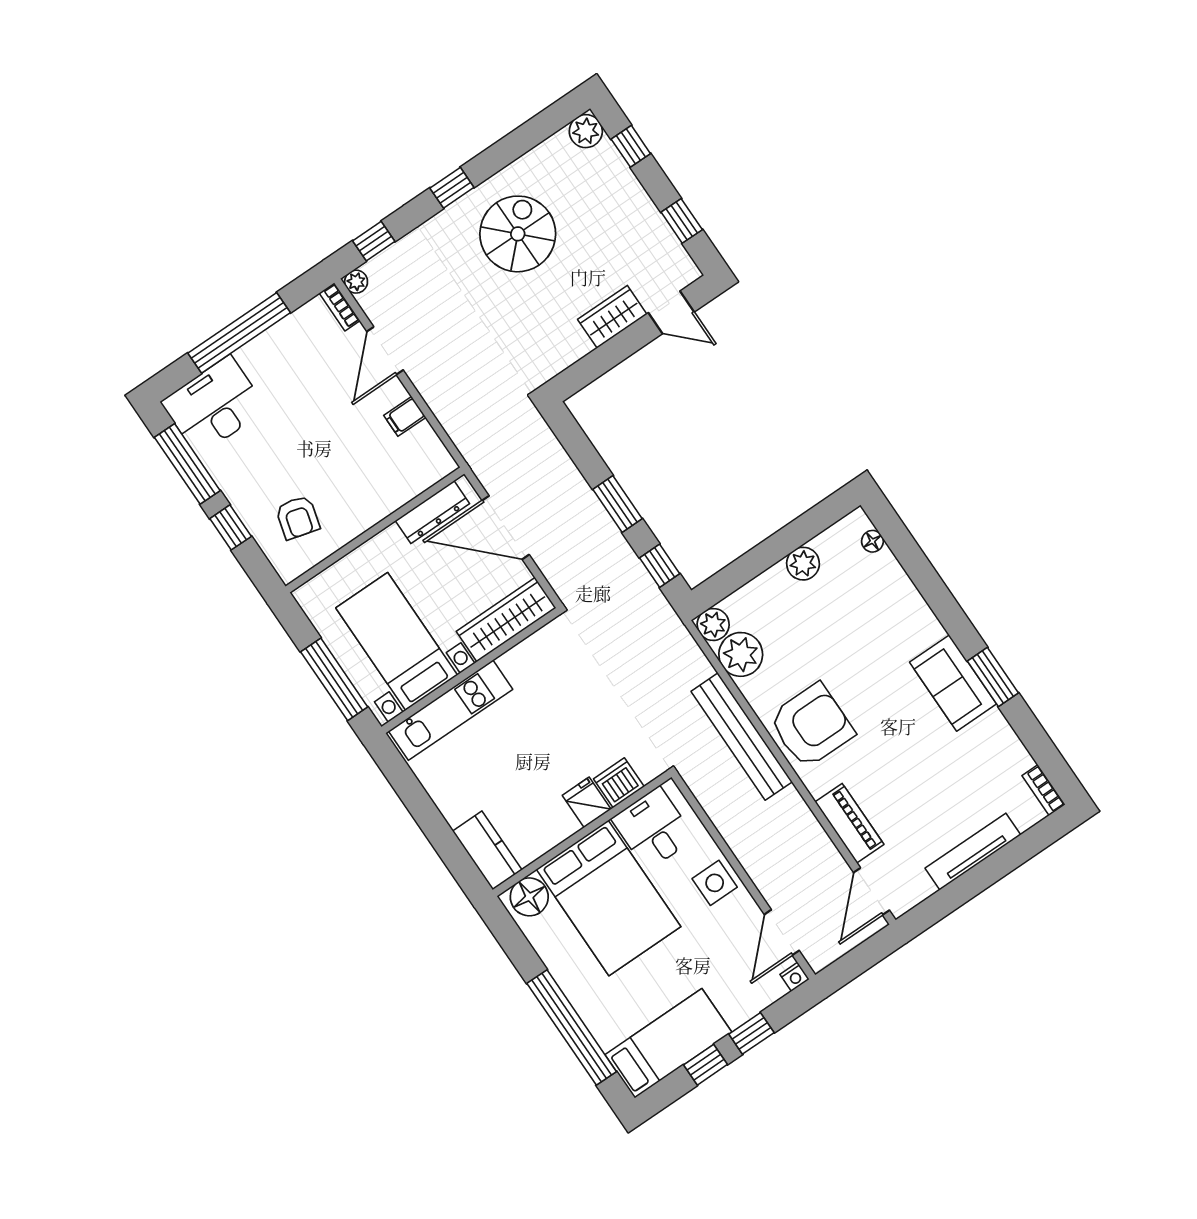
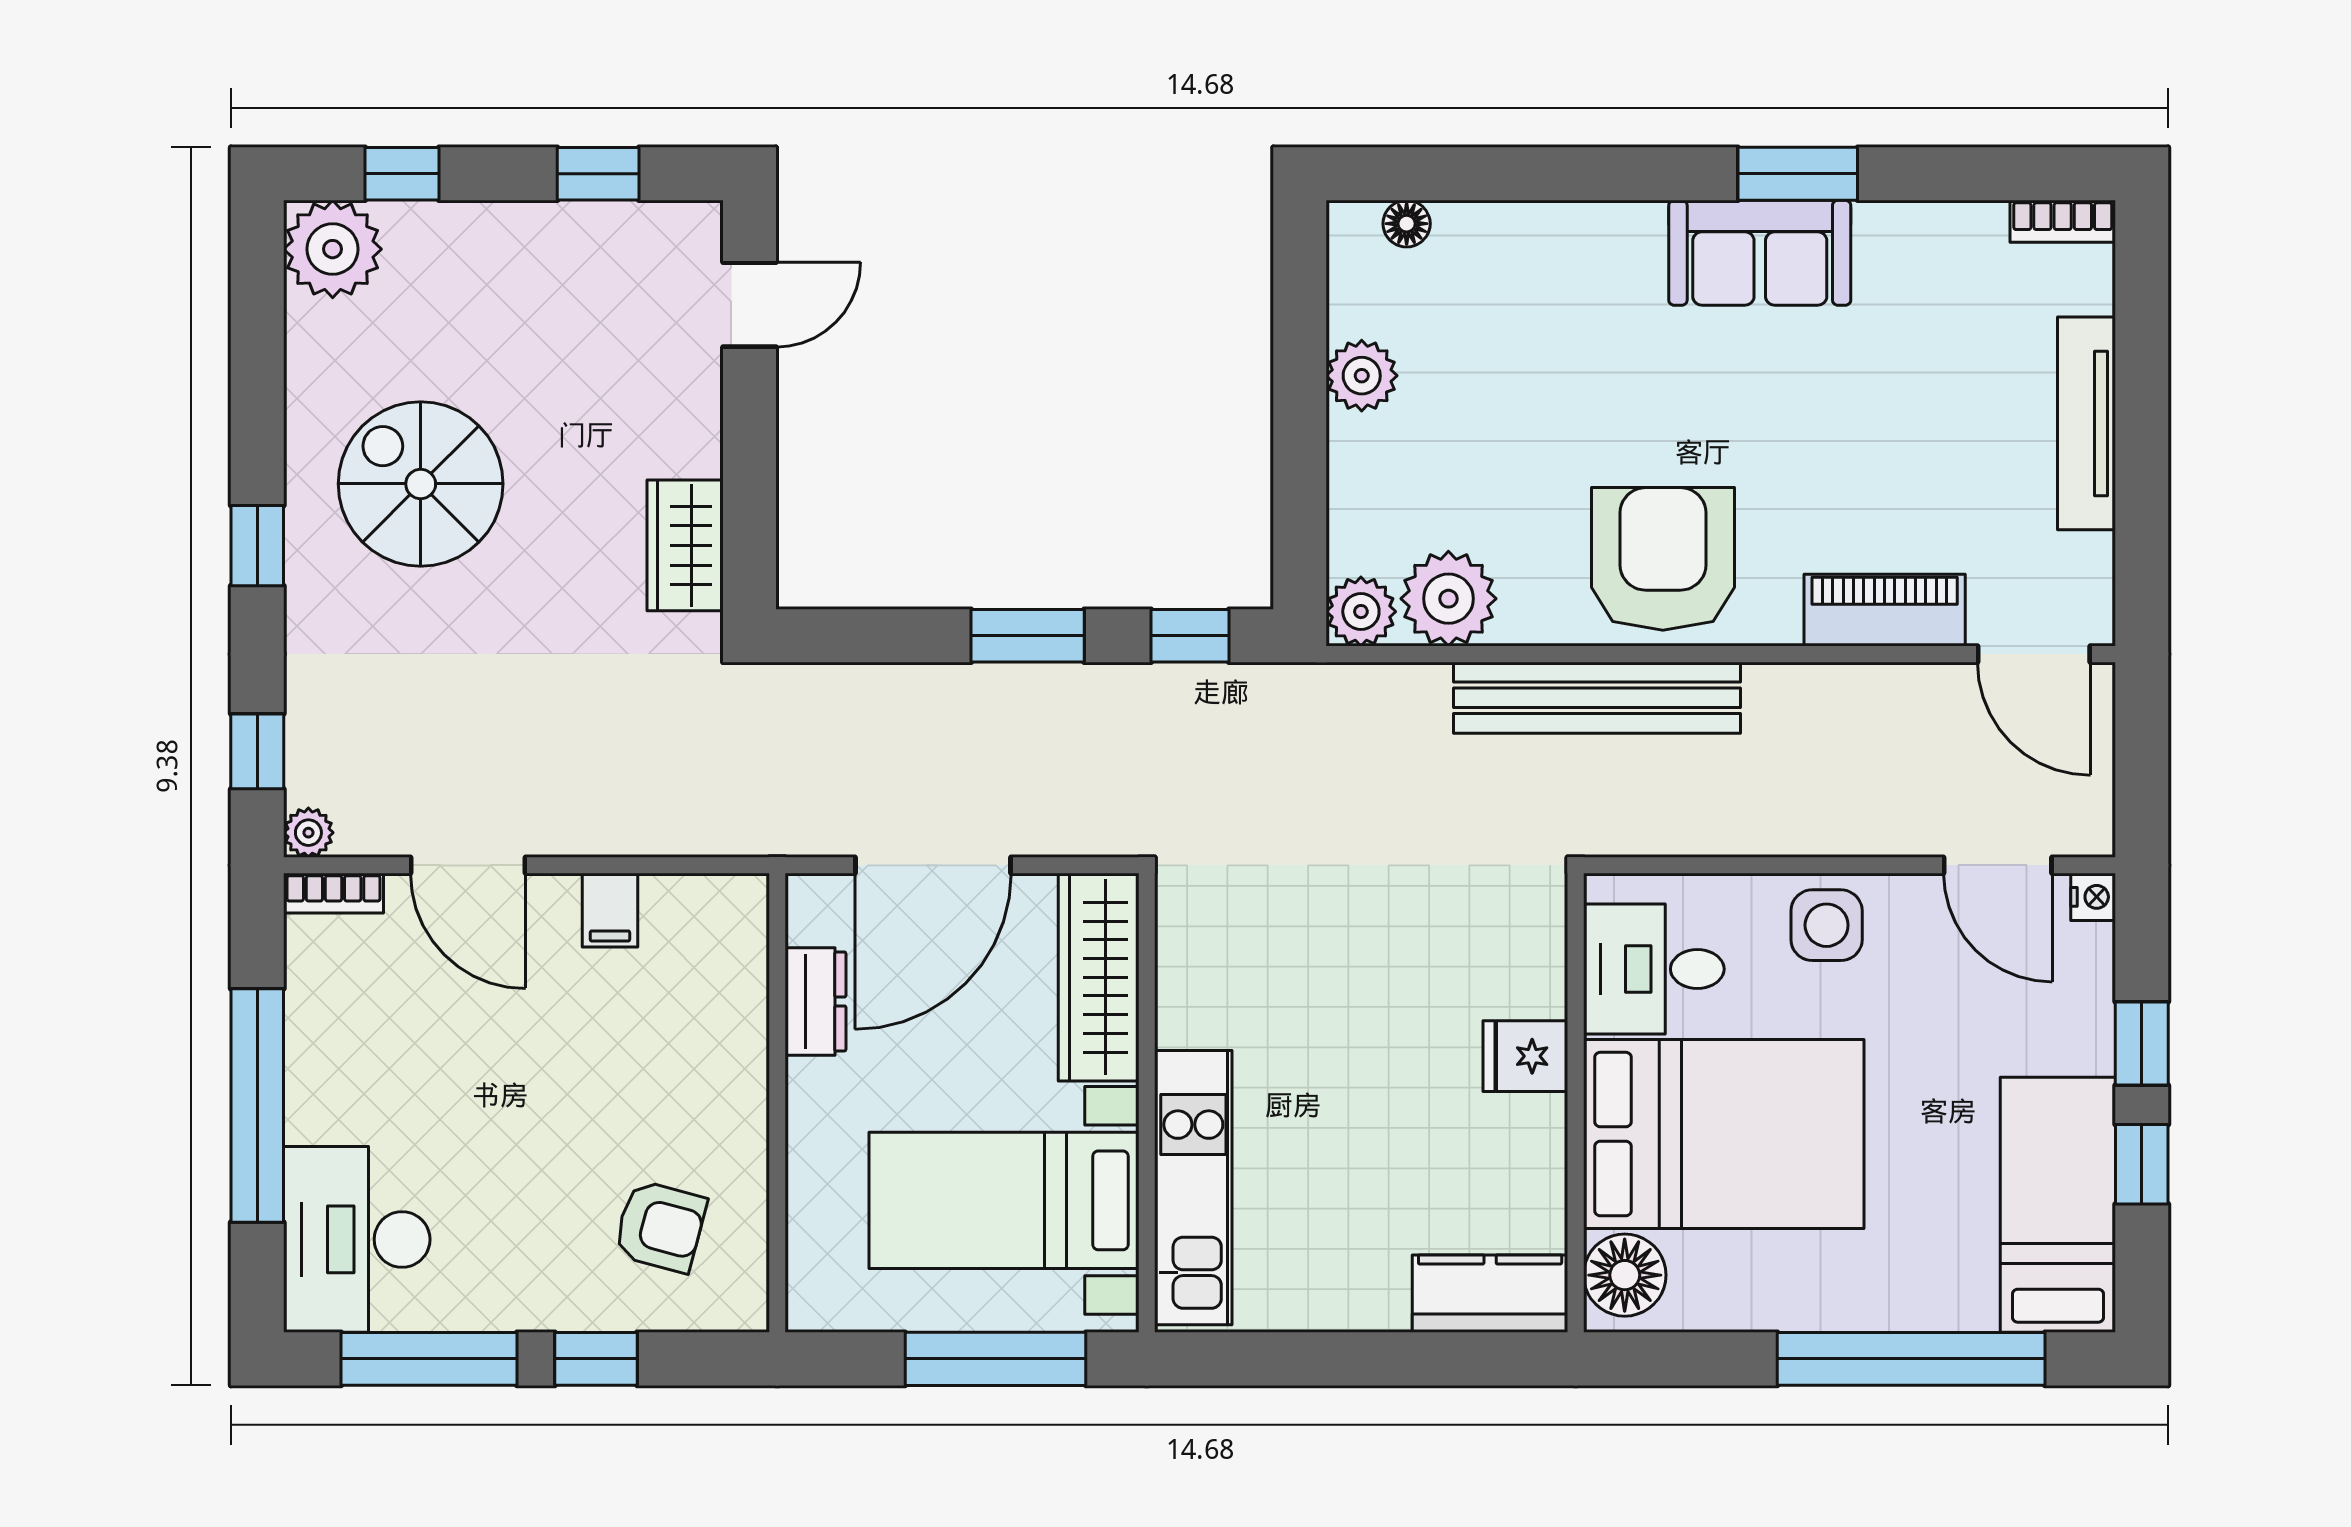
plant: (586, 131) -> (333, 249), width x1.36, depth x1.36
wardrobe: (612, 317) -> (685, 545), moved
dresser: (432, 512) -> (815, 1001), width x0.70
dishwasher: (619, 783) -> (1530, 975), removed

